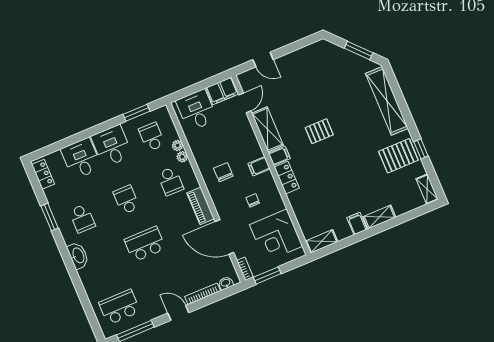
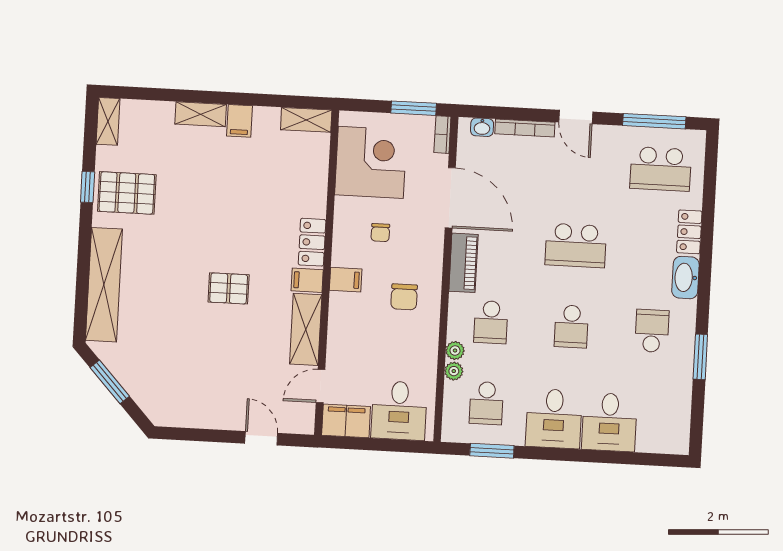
locker: (43, 174) -> (689, 232), moved
school desk: (170, 181) -> (491, 322), turned 180

